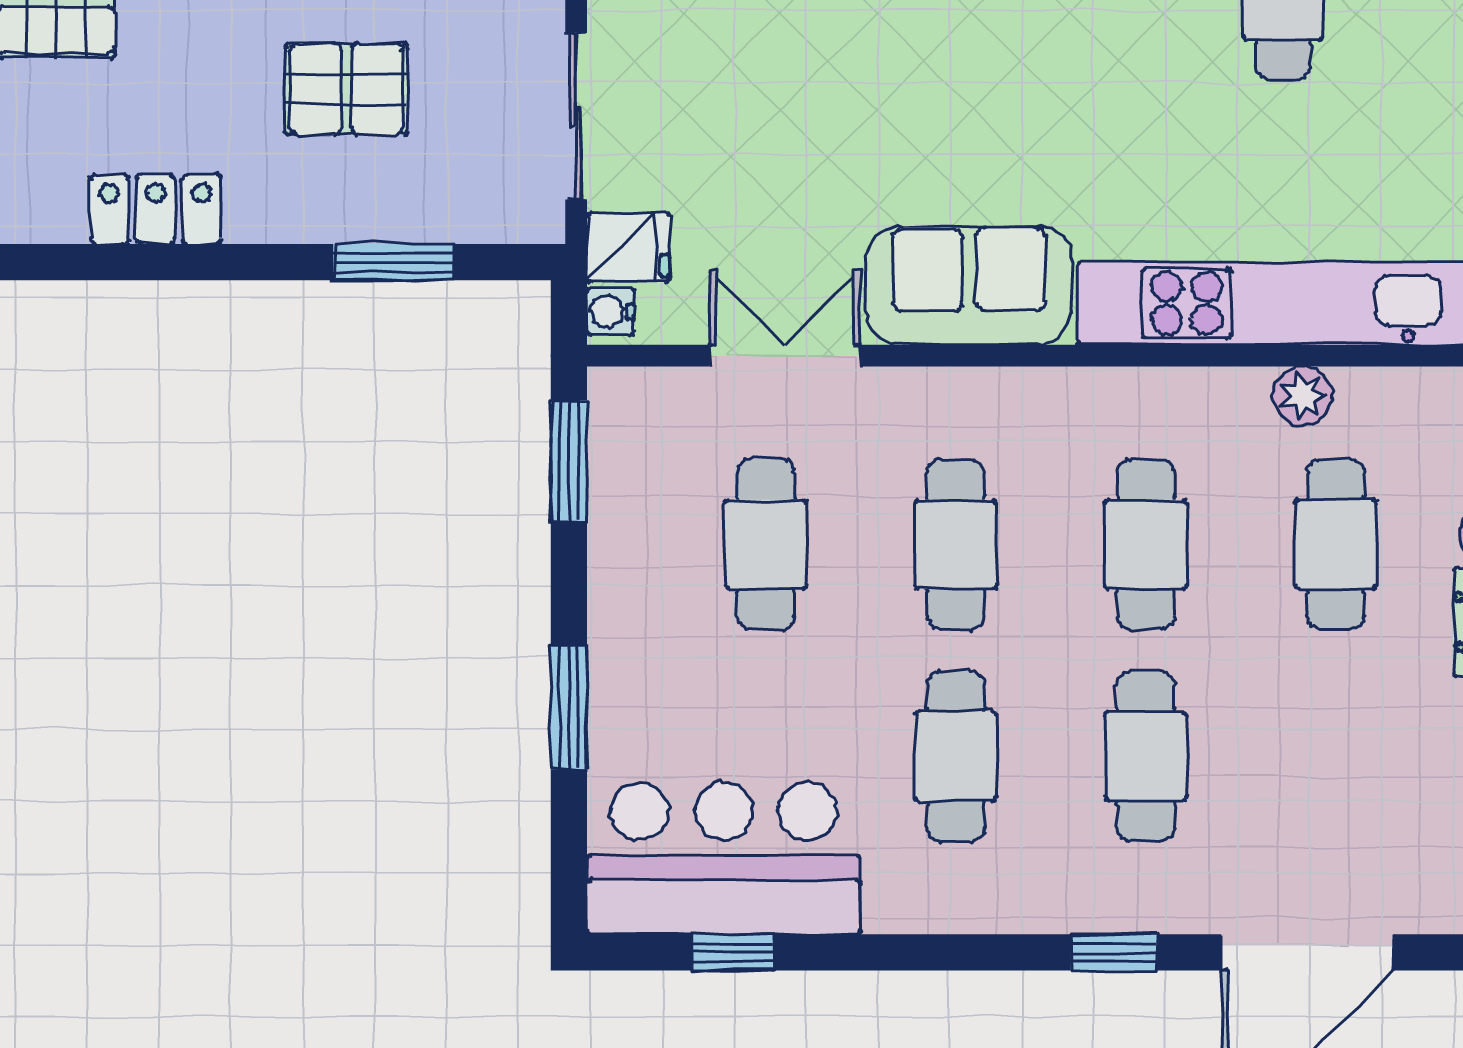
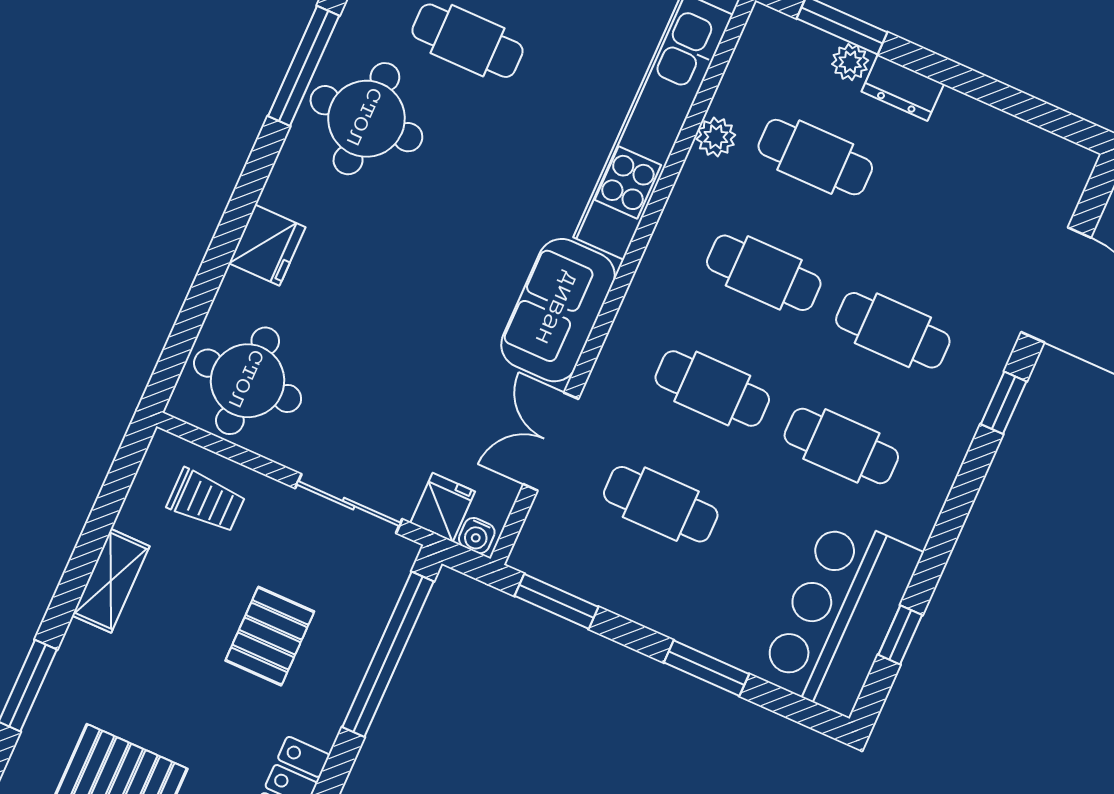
window: (394, 262) -> (388, 654), width x2.11

